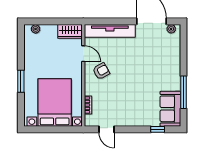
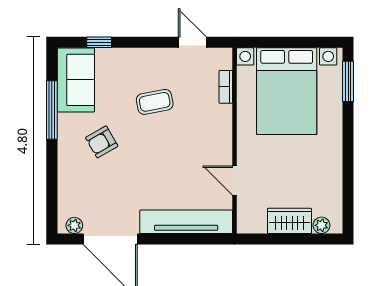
wardrobe: (70, 31) -> (289, 221), moved
armchair: (101, 71) -> (102, 142), moved
window: (21, 81) -> (348, 81), moved
coffee table: (127, 97) -> (155, 102), added

